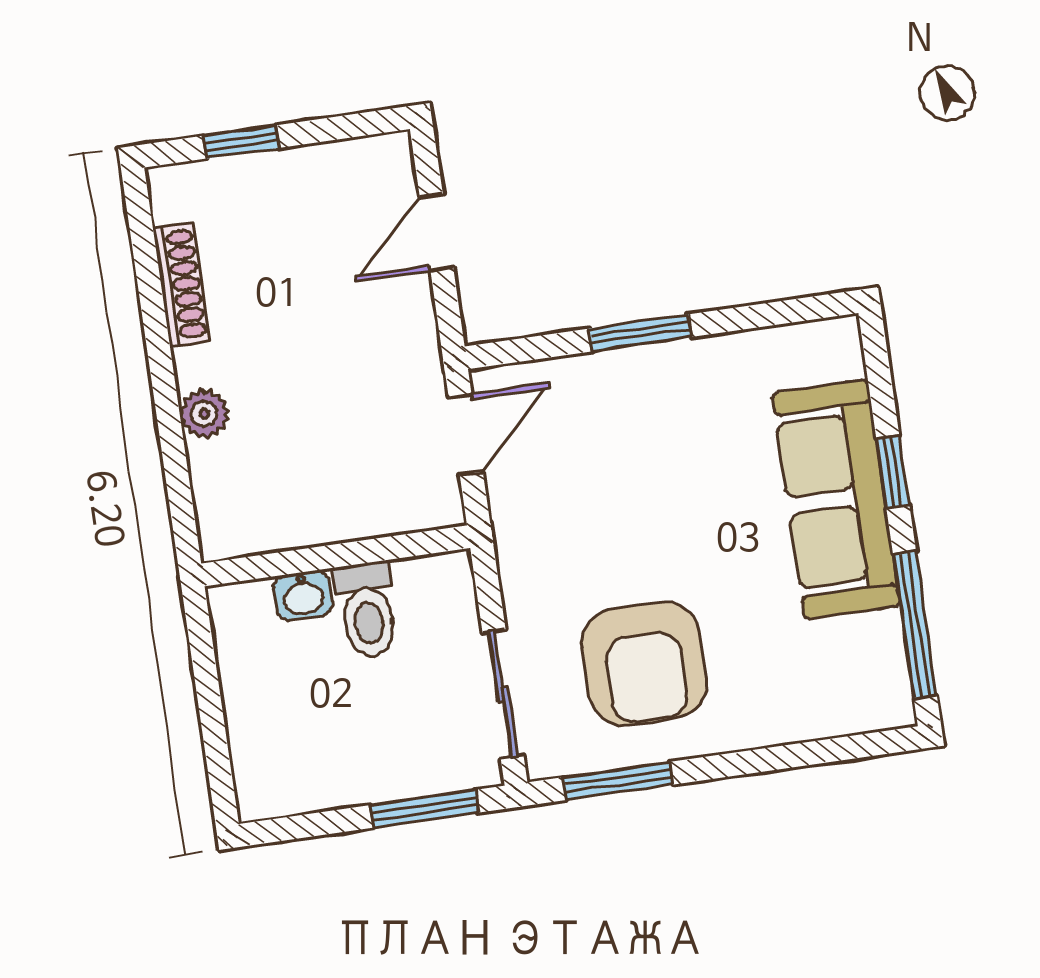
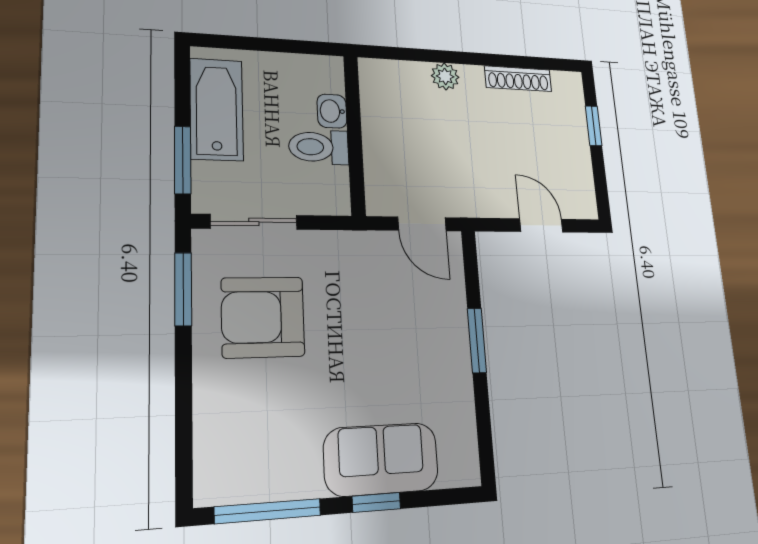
sofa: (836, 500) -> (381, 459), width x0.73
bathtub: (335, 771) -> (216, 109), added

